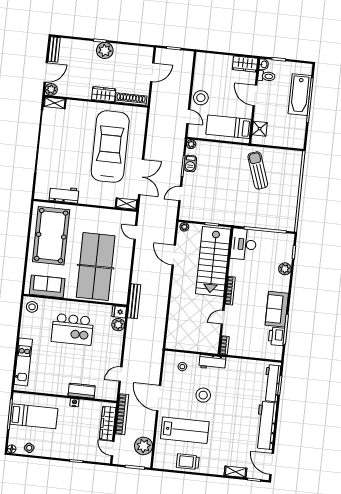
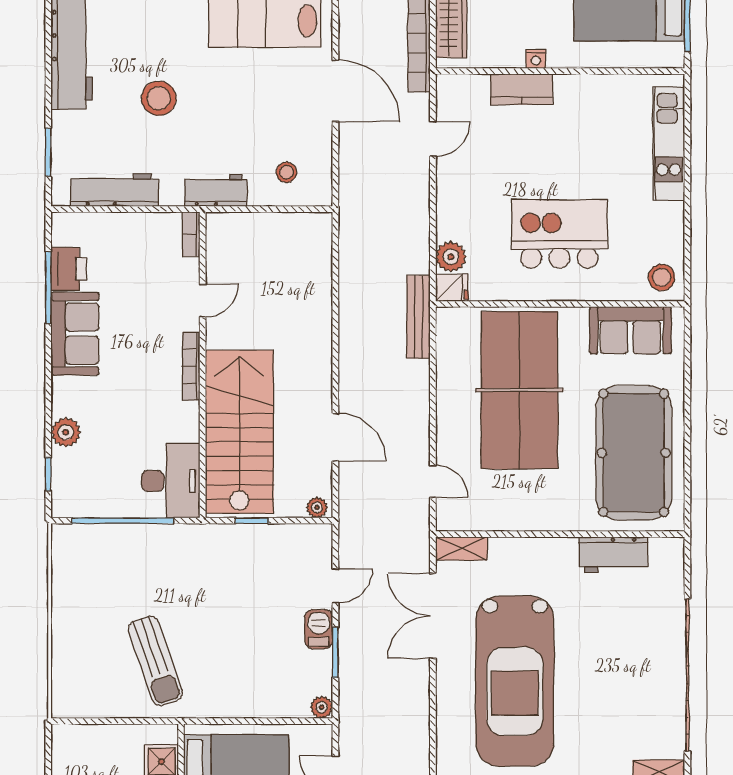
barbecue: (190, 164) -> (319, 629), moved
workbench: (272, 383) -> (114, 190), moved, turned -90
stool: (203, 395) -> (159, 98), moved

